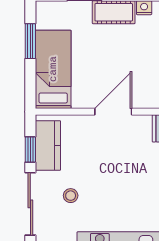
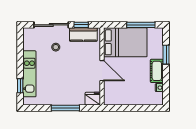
window: (30, 41) -> (141, 25), width x1.44
bed: (53, 69) -> (125, 42), width x1.50

